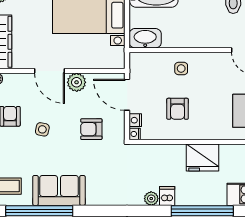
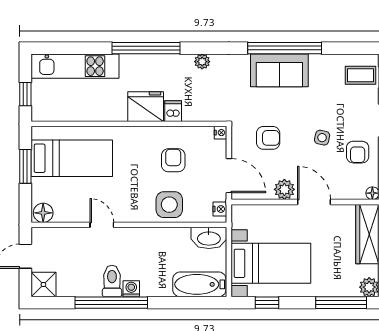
side table: (181, 69) -> (169, 205), width x1.87, depth x1.87
nightstand: (135, 120) -> (220, 209), moved
sofa: (59, 190) -> (279, 70), moved
dishwasher: (167, 196) -> (173, 111), moved, turned 180
window: (39, 211) -> (285, 48), moved

